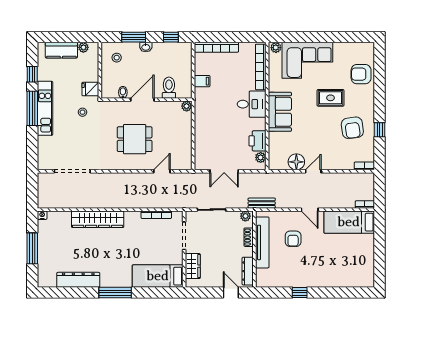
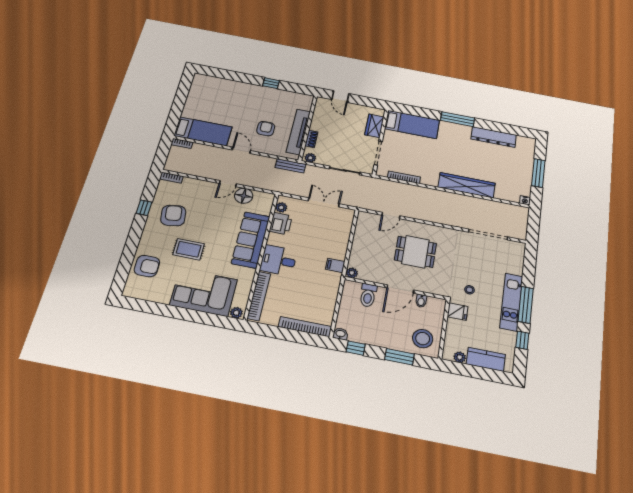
washbasin: (146, 47) -> (340, 334), moved
stool: (117, 58) -> (423, 339), width x1.89, depth x1.89
filing cabinet: (202, 81) -> (335, 265), moved
sofa: (280, 112) -> (251, 240), width x1.36
dresser: (248, 271) -> (319, 111), removed

